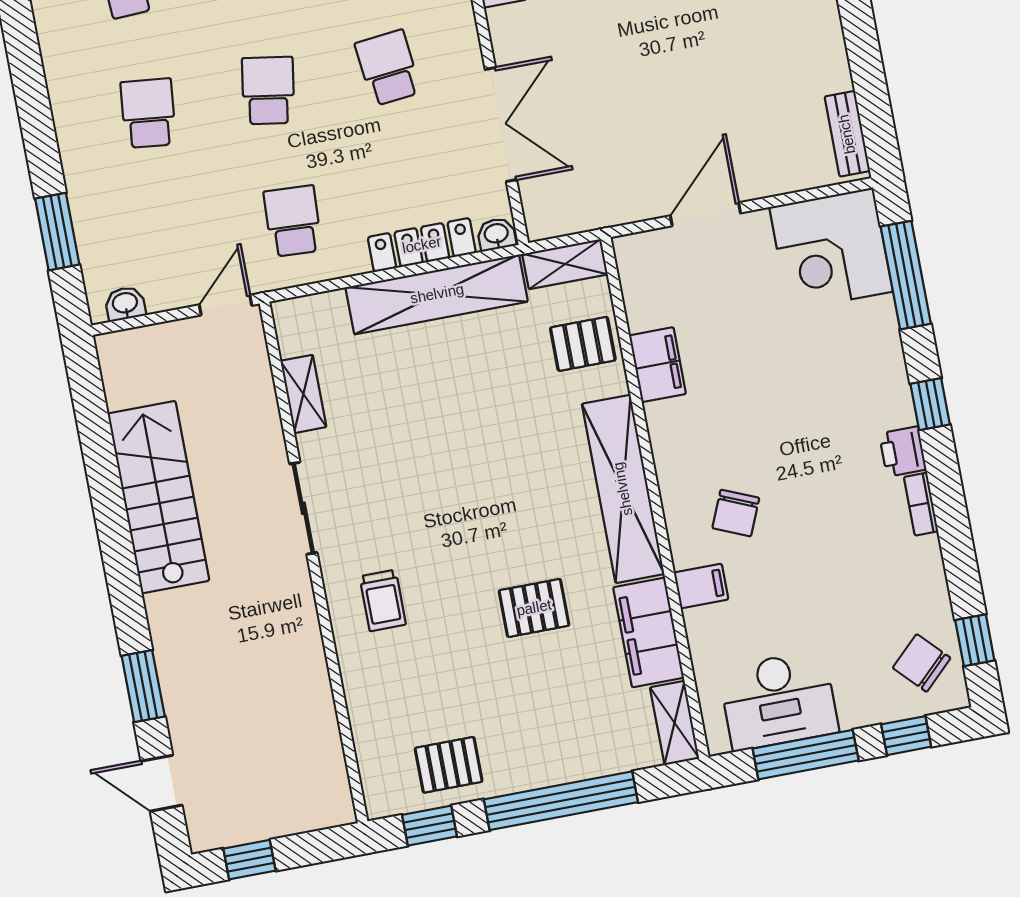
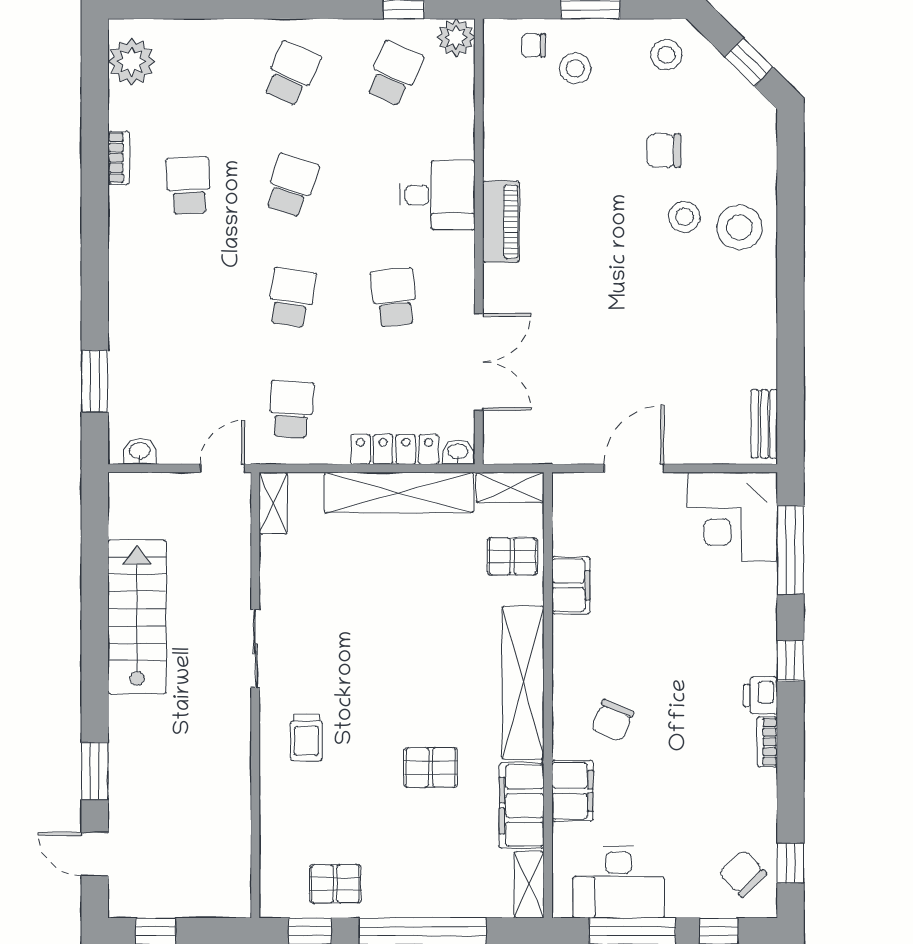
school desk: (148, 113) -> (189, 297), removed
shelving: (303, 394) -> (273, 503), moved
filing cabinet: (701, 586) -> (572, 791), width x2.00

